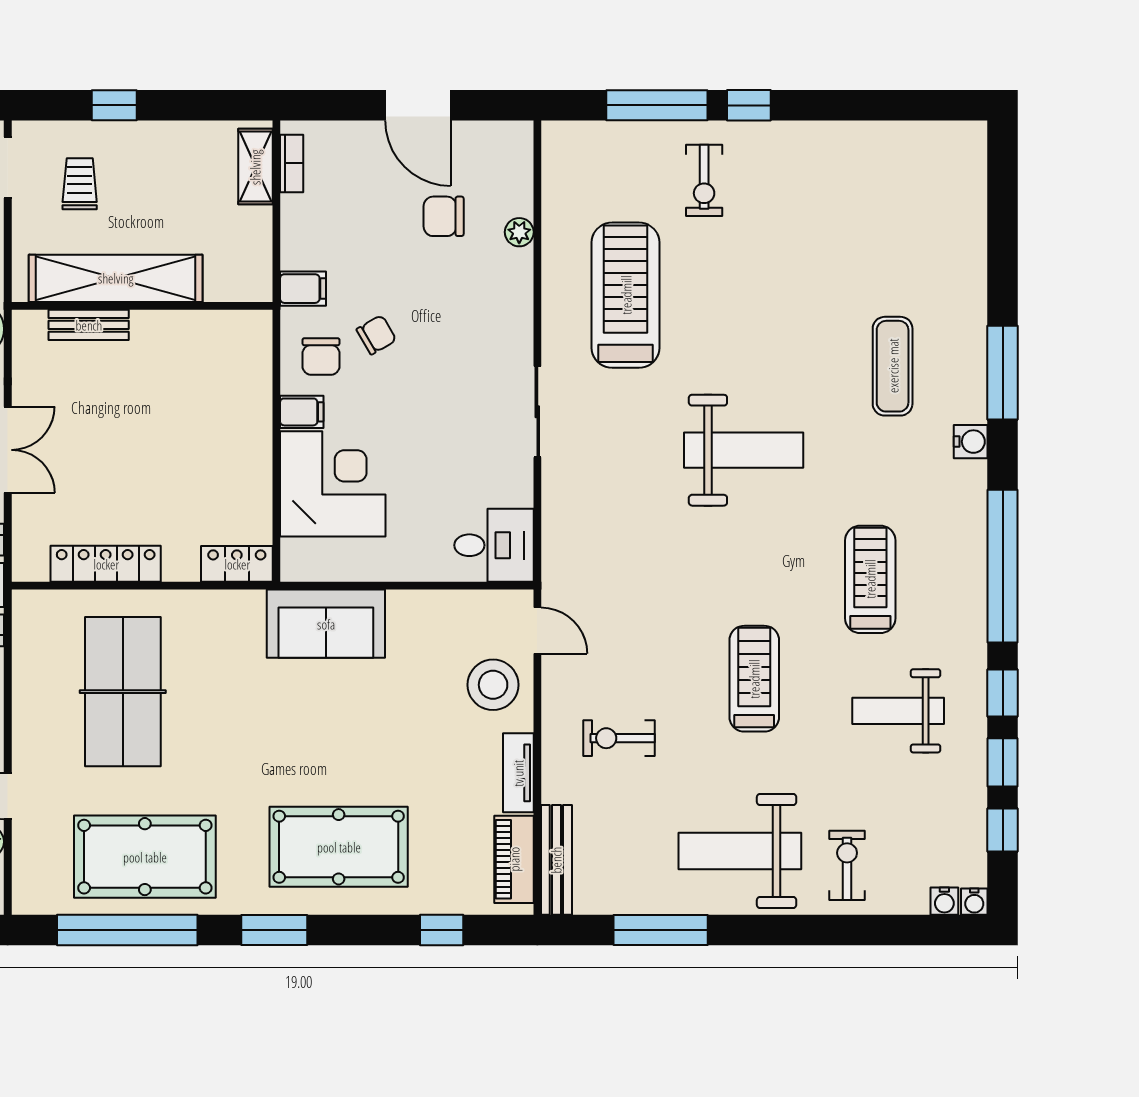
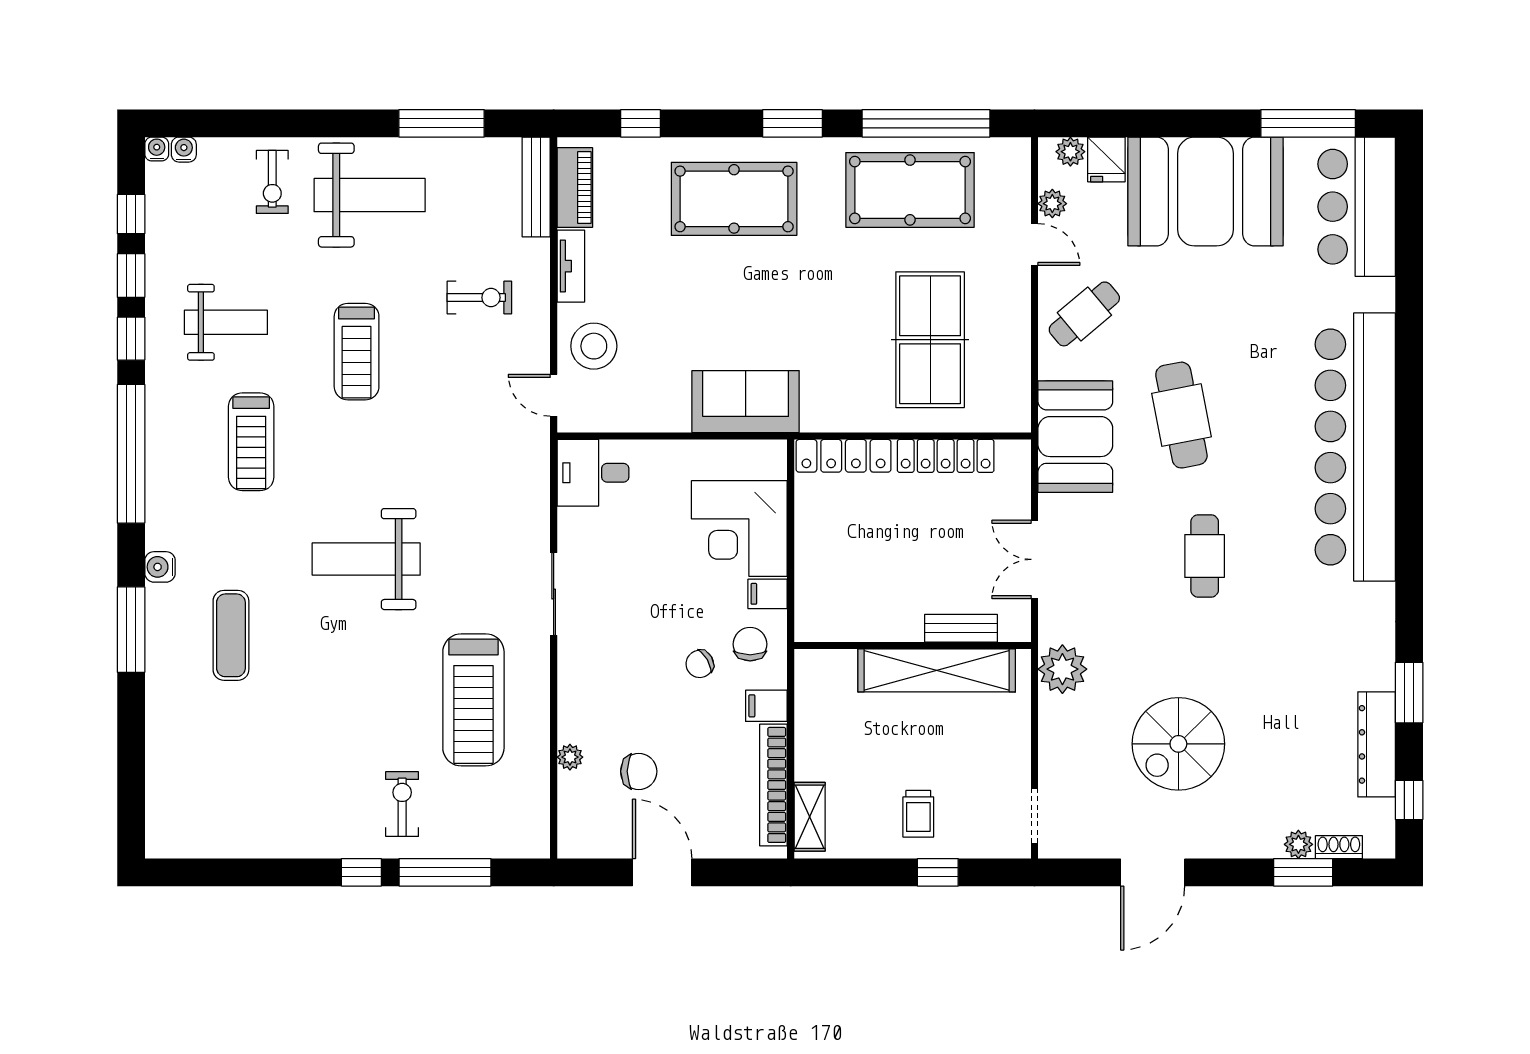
bookcase: (292, 163) -> (773, 785), width x2.31, depth x1.31
trolley: (80, 184) -> (918, 814), moved
shelving: (116, 278) -> (937, 670), moved
wall: (142, 306) -> (913, 646), moved
bench: (89, 325) -> (961, 628), moved
locker: (237, 564) -> (844, 456), width x1.53

